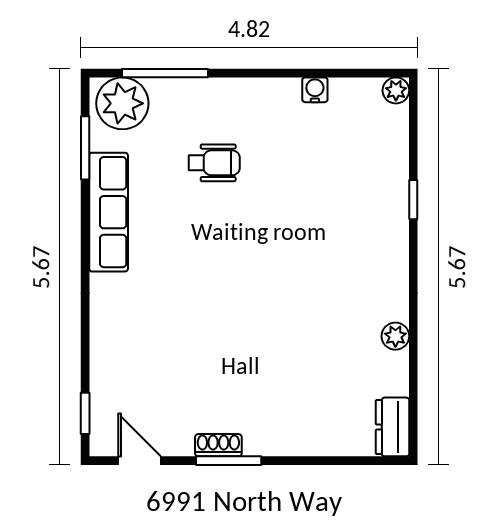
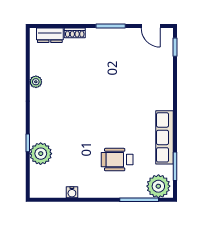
plant: (396, 90) -> (41, 154), moved, width x1.87, depth x1.87
wheelchair: (214, 163) -> (117, 160), width x1.36, depth x1.37
dresser: (392, 427) -> (50, 35), moved, turned 90
shoe rack: (218, 445) -> (75, 33), moved

